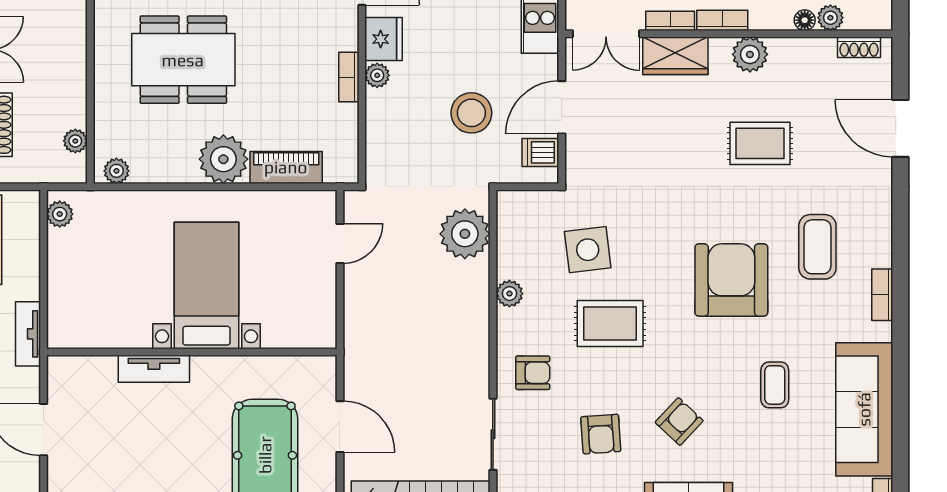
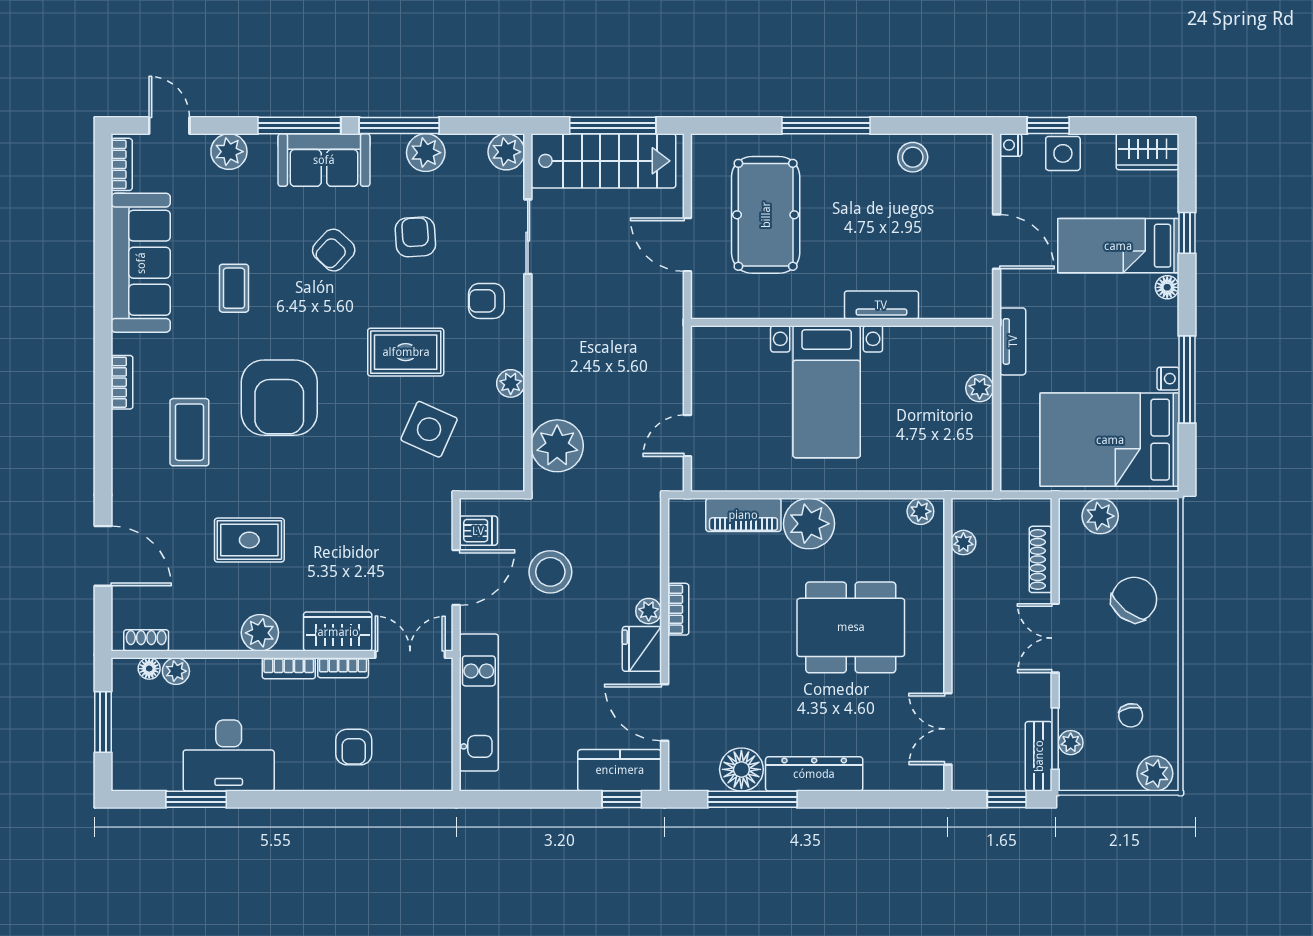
floor lamp: (805, 20) -> (149, 669), moved
plant: (60, 214) -> (980, 388), moved
side table: (588, 250) -> (429, 429), turned 31

